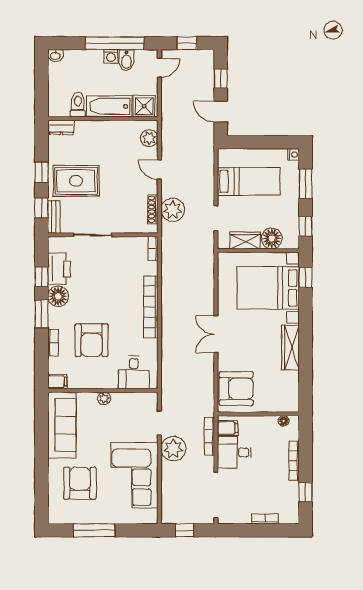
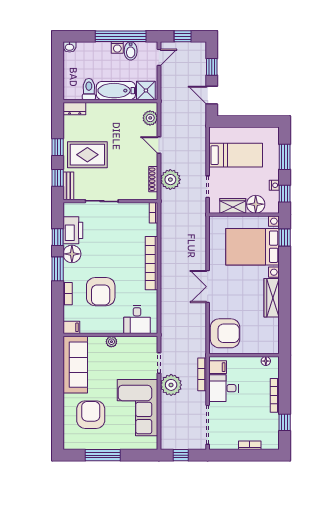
nightstand: (294, 154) -> (274, 185), moved

